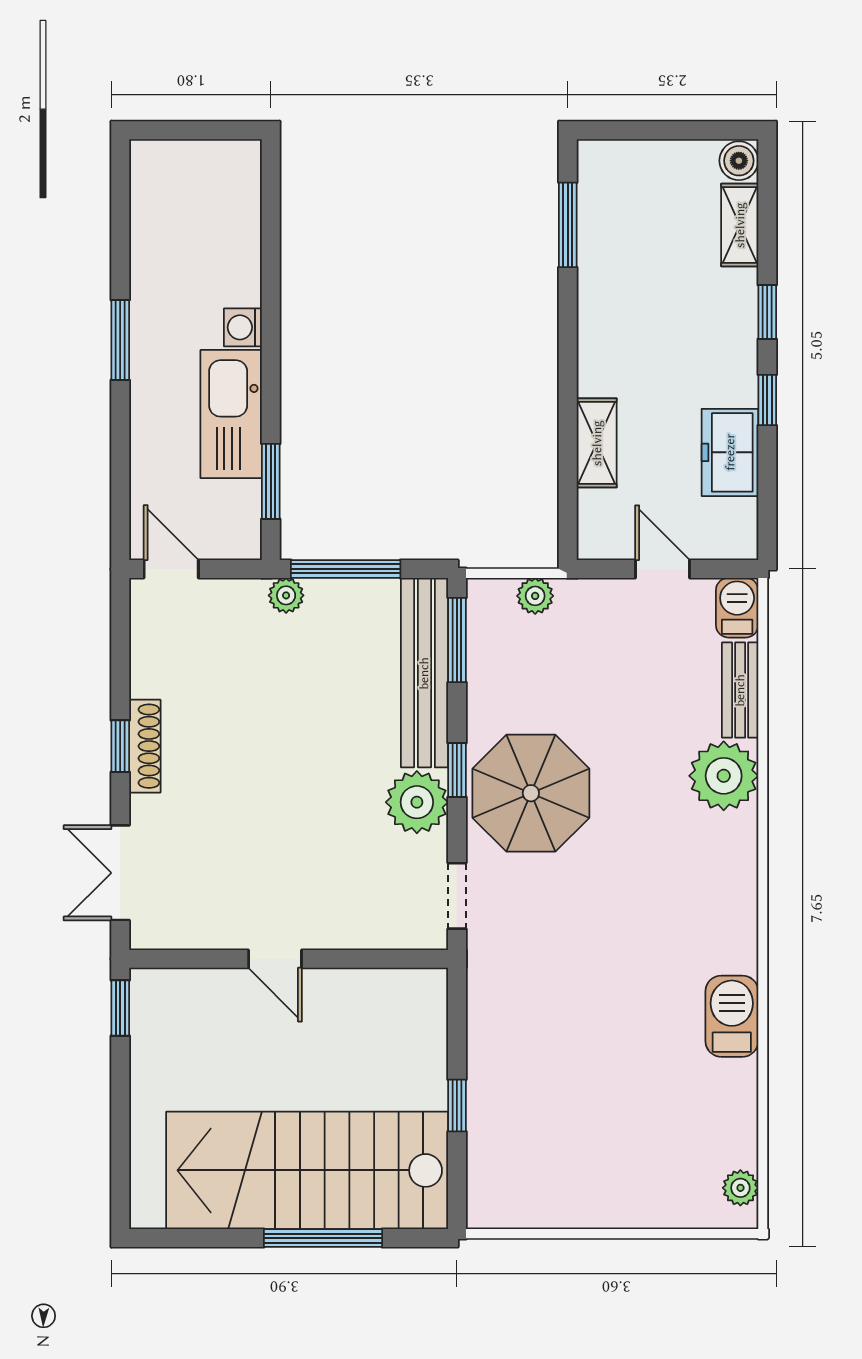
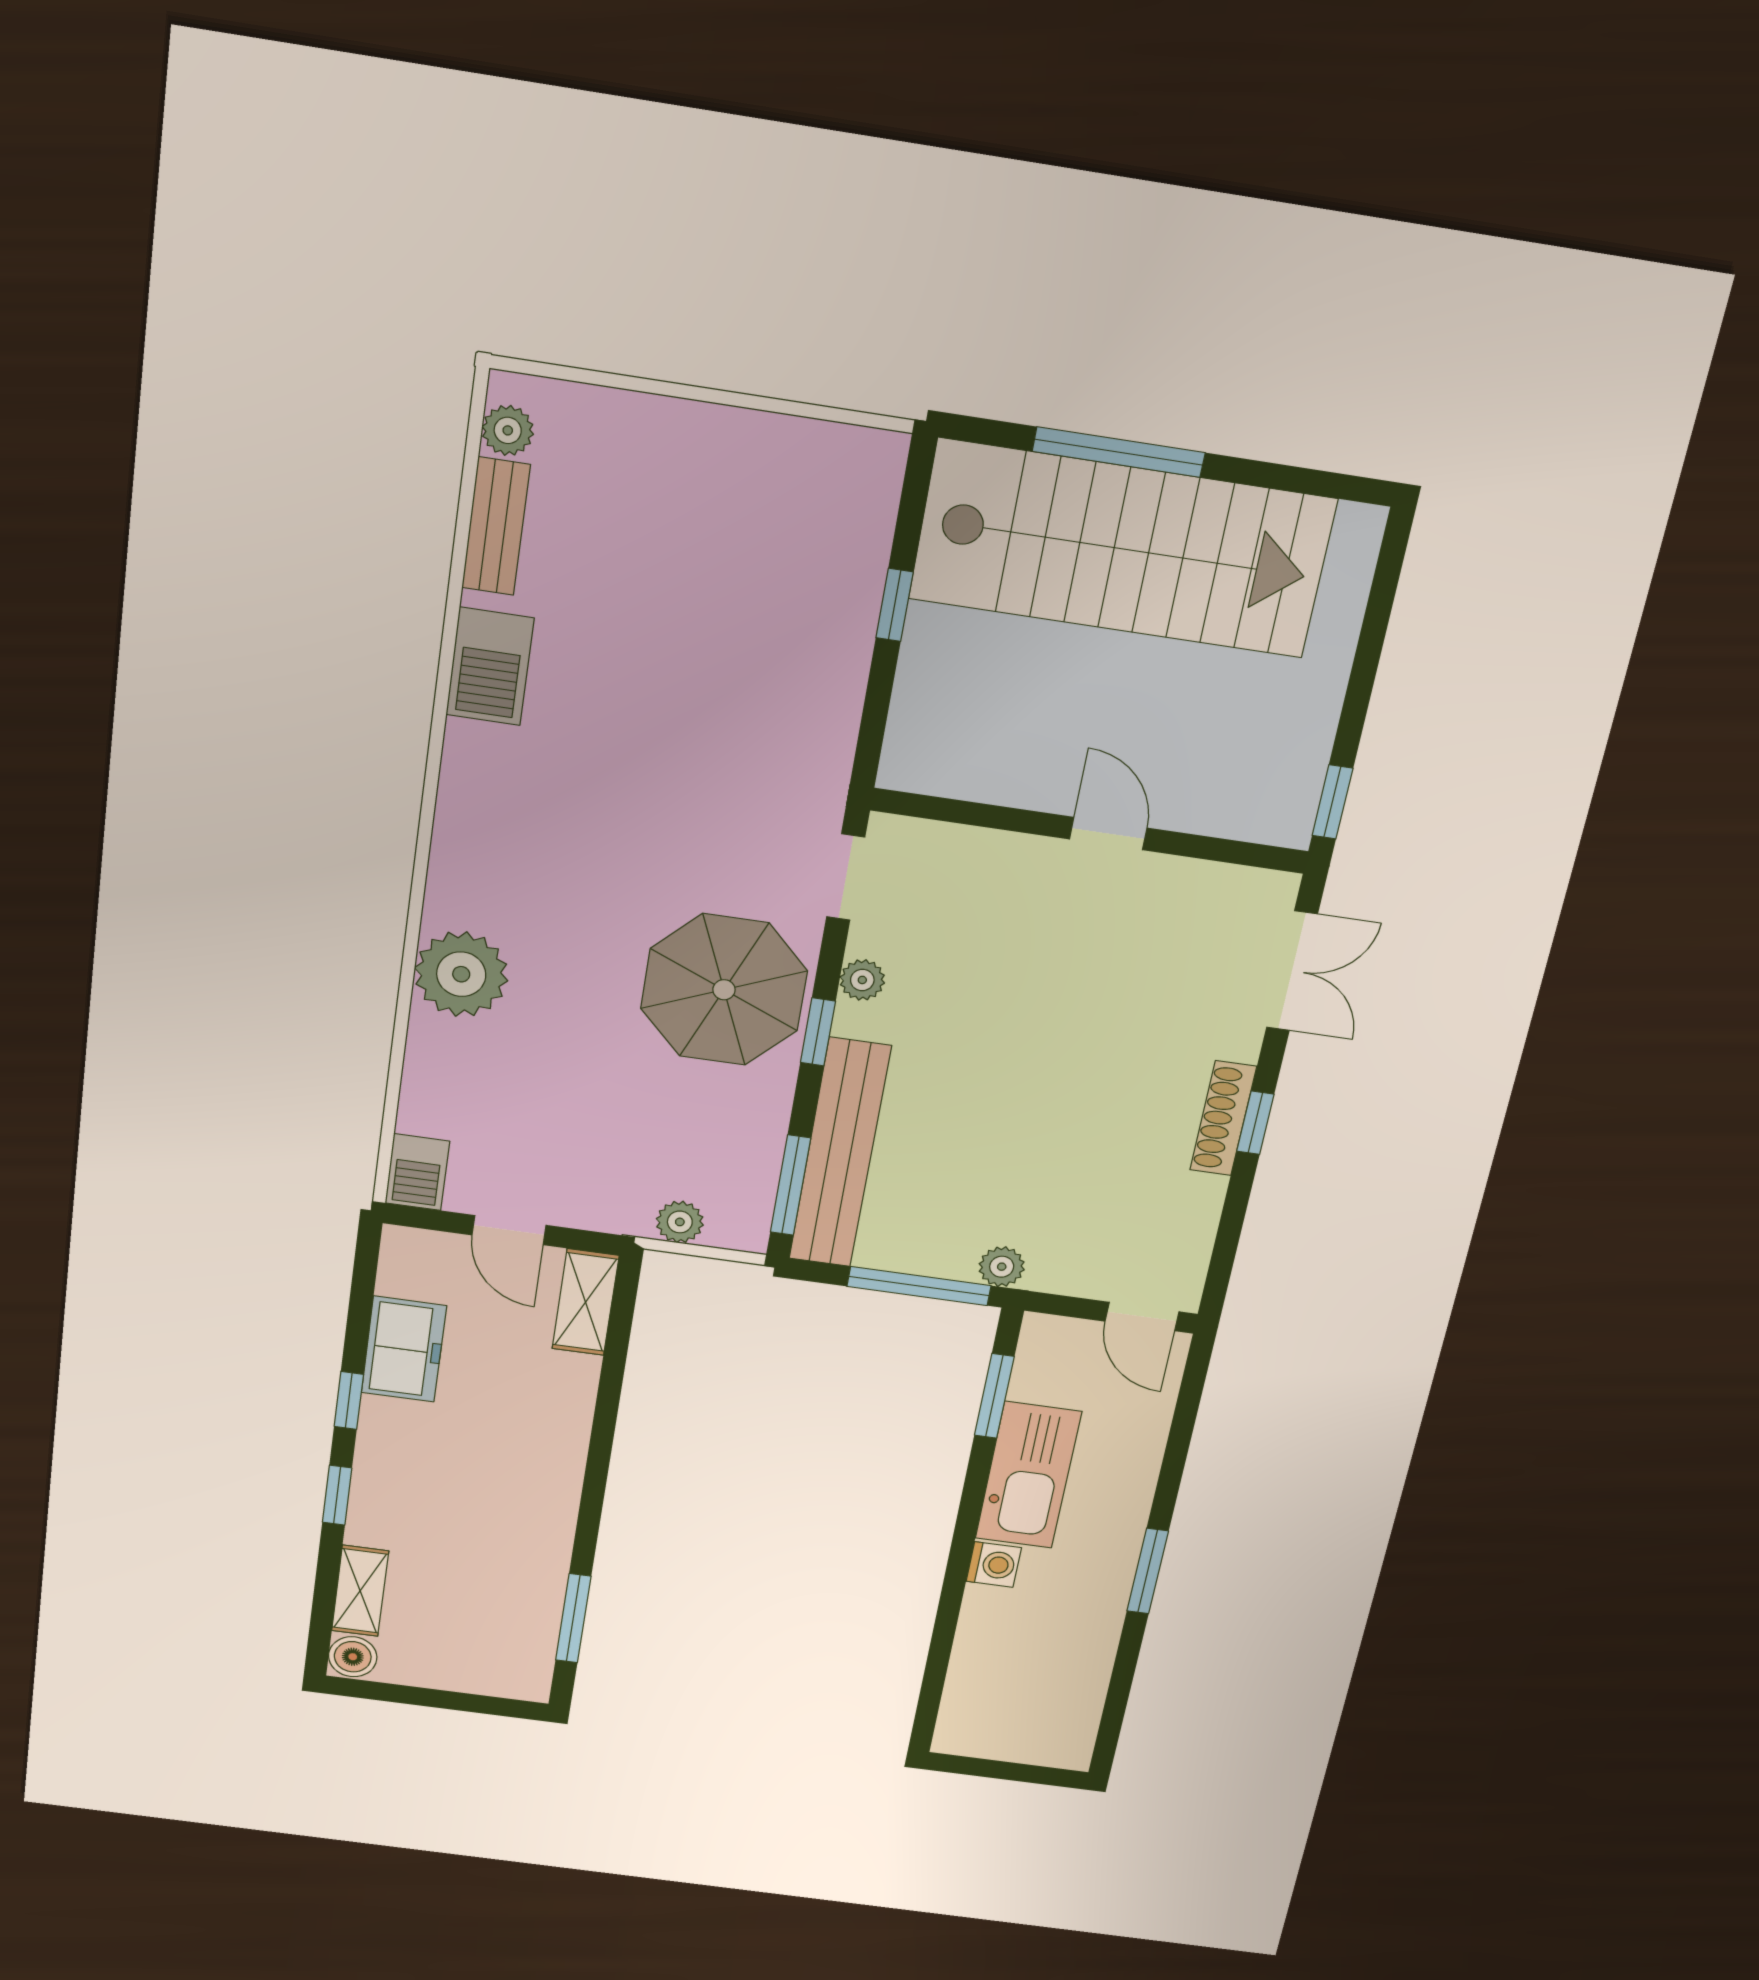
shelving: (597, 443) -> (586, 1302), moved
bench: (740, 690) -> (496, 526), moved
plant: (417, 802) -> (862, 980), width x0.53, depth x0.53

